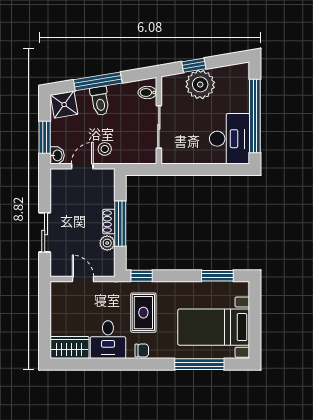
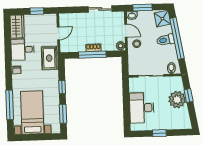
window: (98, 81) -> (177, 38), width x1.46
window: (255, 116) -> (159, 133), width x0.32
desk: (230, 139) -> (142, 108), moved, turned 90
sliding door: (45, 232) -> (100, 9), moved
plant: (107, 243) -> (121, 46), moved
window: (142, 276) -> (62, 87), moved
rug: (143, 313) -> (49, 58), moved, turned 90
window: (45, 314) -> (37, 11), added

